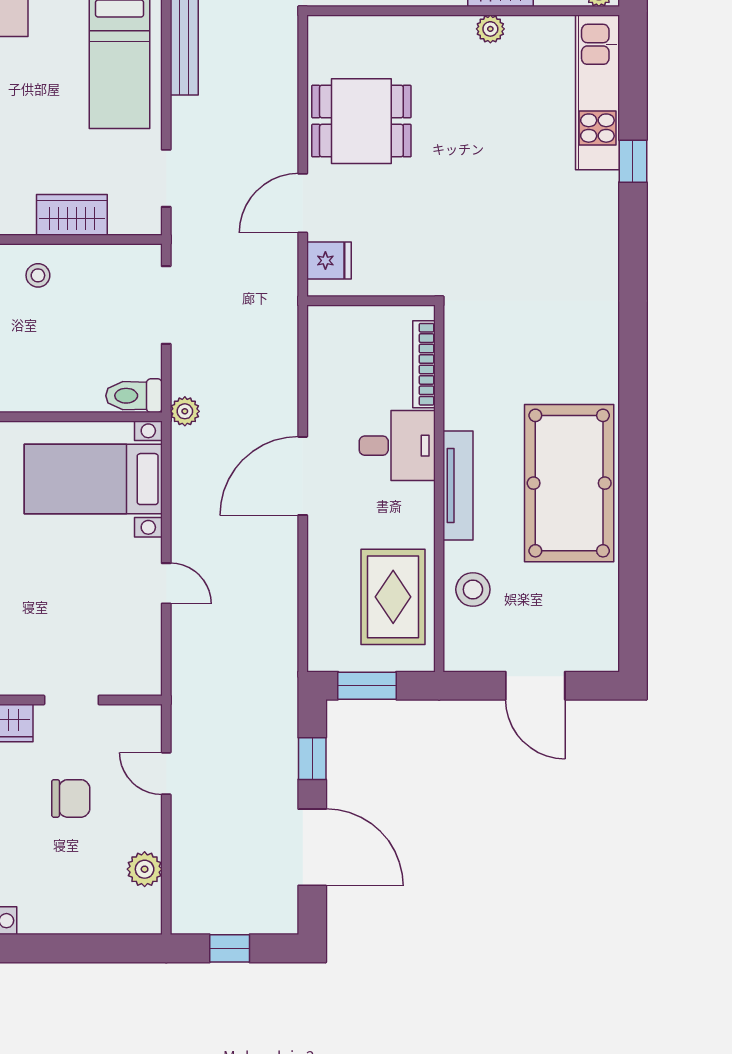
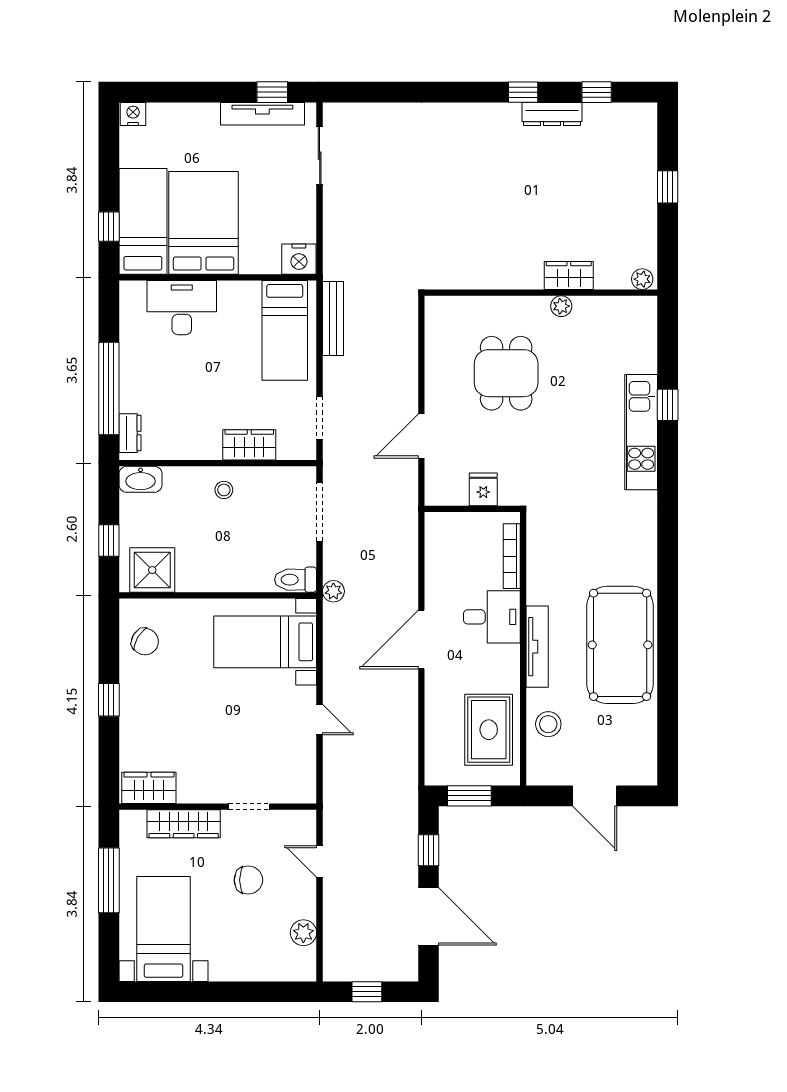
kitchen unit: (597, 92) -> (641, 432), moved
dining table: (361, 121) -> (506, 373), moved, turned 90
fridge: (329, 261) -> (483, 489), moved, turned -90

